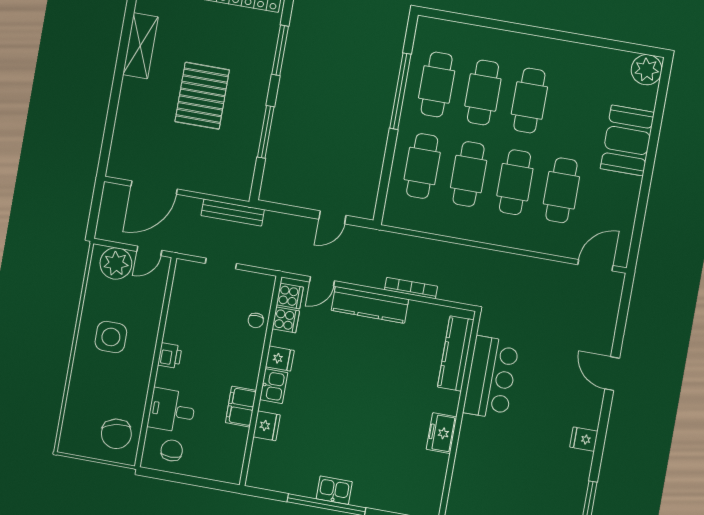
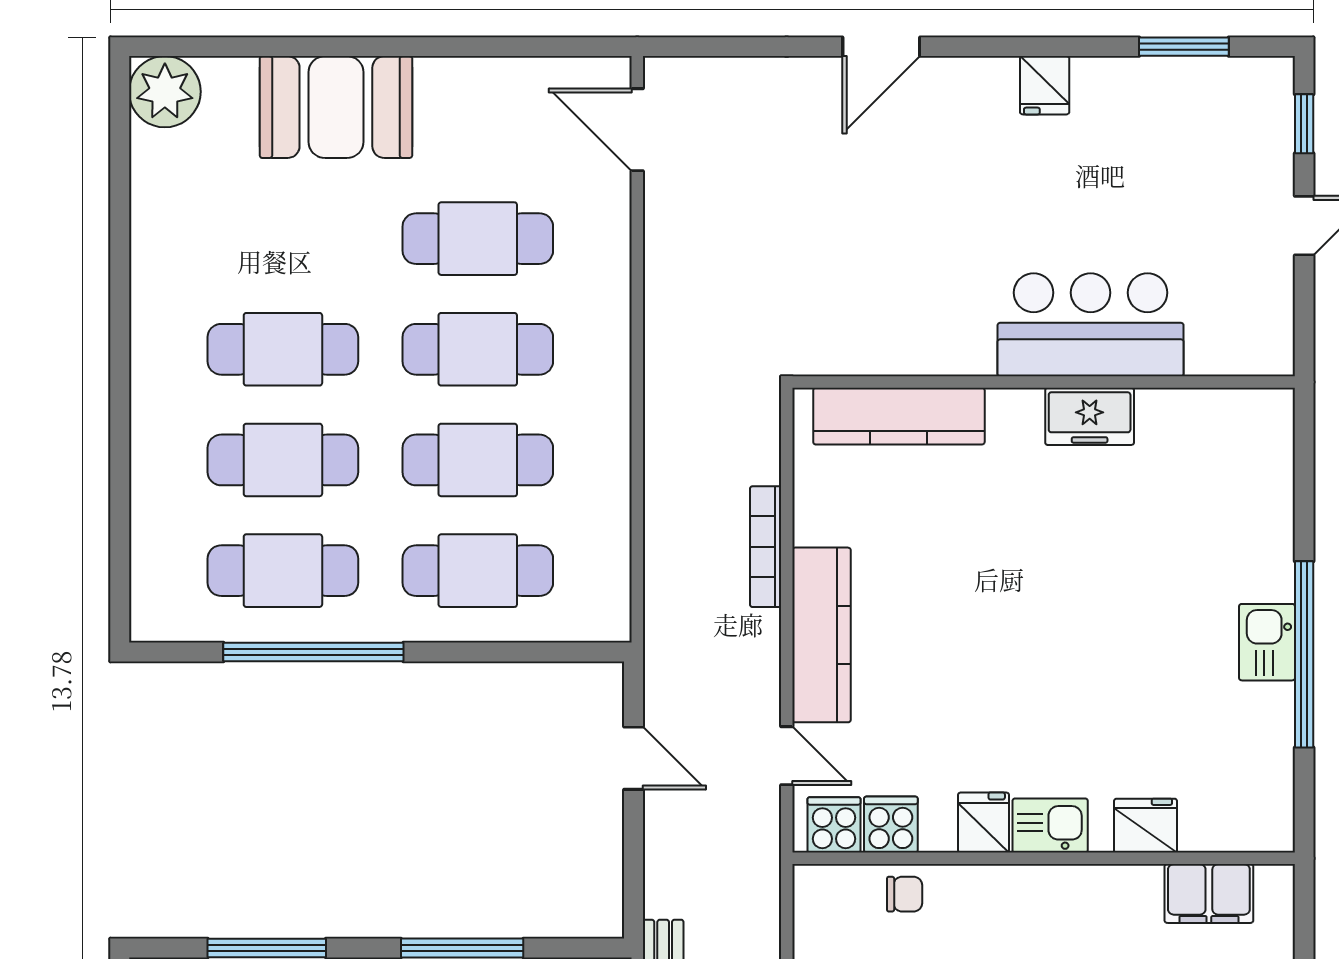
bar counter: (491, 378) -> (1091, 325), moved
filing cabinet: (241, 407) -> (1209, 893), moved

